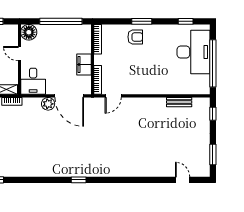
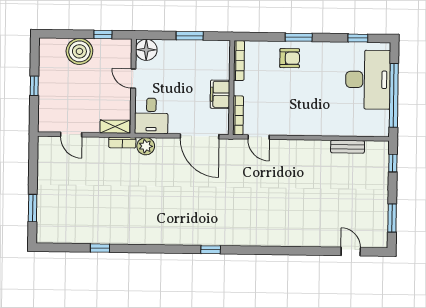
window: (61, 21) -> (190, 36), width x0.47
door: (113, 96) -> (259, 137), hinge flipped
plant: (48, 104) -> (146, 146), moved

